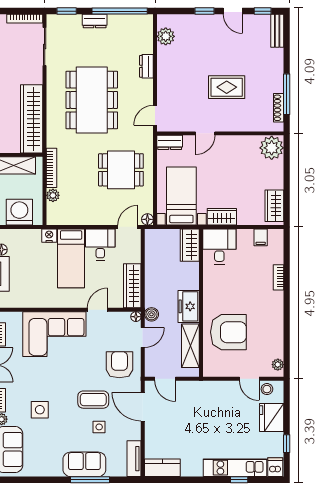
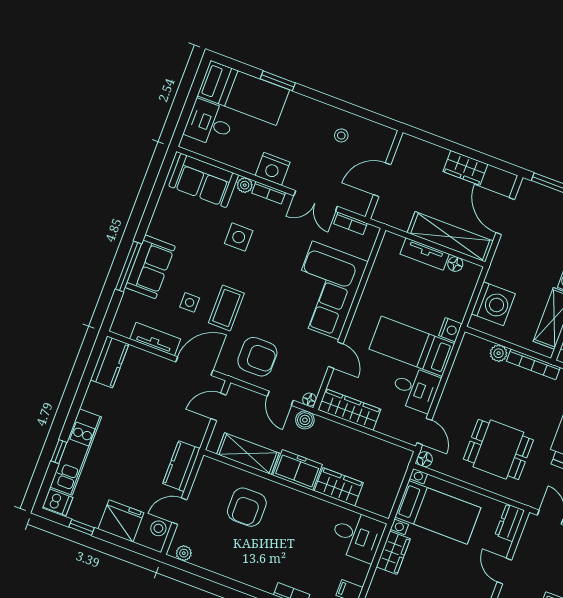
dining table: (121, 170) -> (498, 449), turned 90
wardrobe: (190, 245) -> (339, 487), moved
armchair: (228, 332) -> (247, 507), width x0.73, depth x0.73
kitchen counter: (217, 389) -> (181, 466), added
tv unit: (134, 459) -> (155, 339), moved

